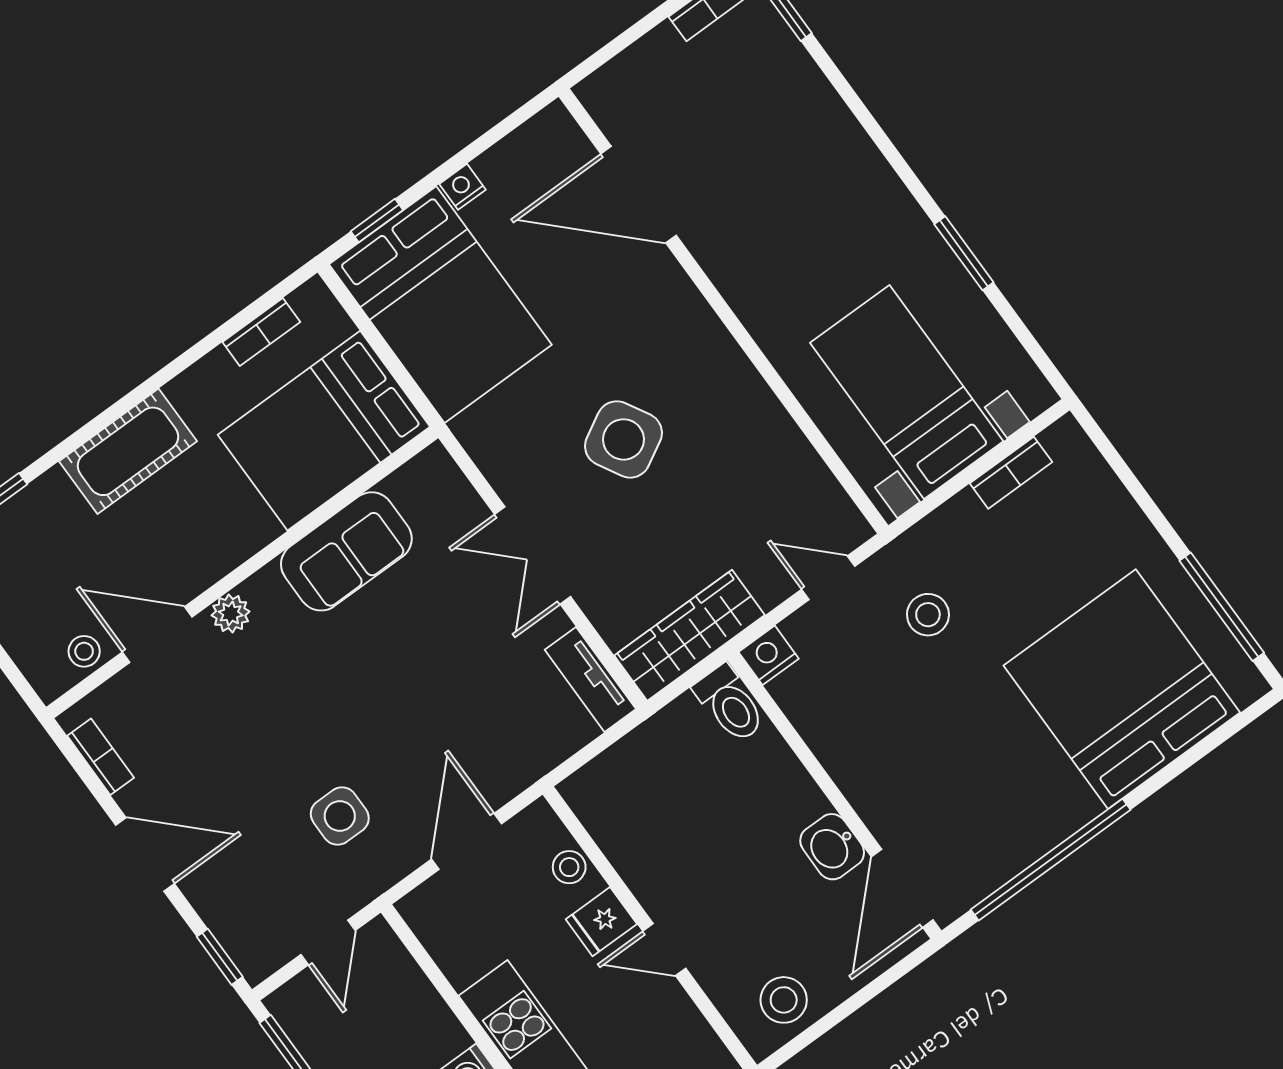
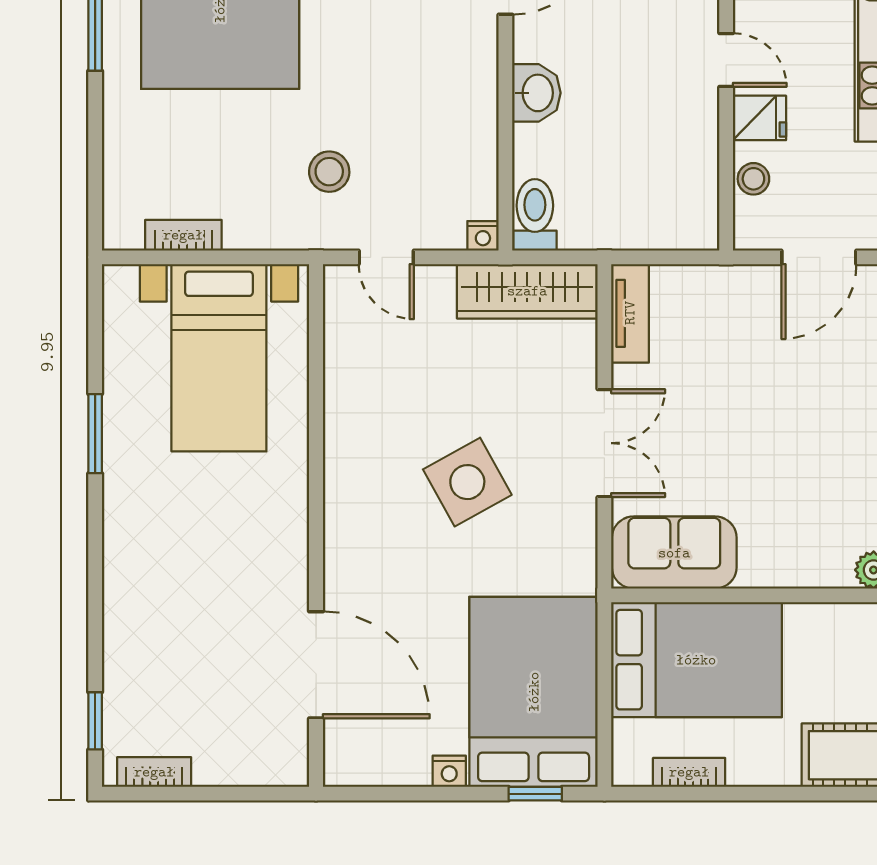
sofa: (346, 551) -> (674, 553), moved
nightstand: (769, 655) -> (483, 236), width x0.72, depth x0.74
washbasin: (832, 847) -> (536, 93), moved

